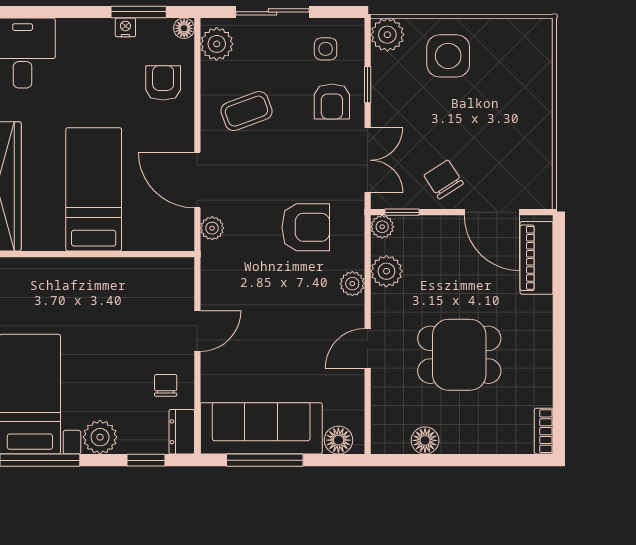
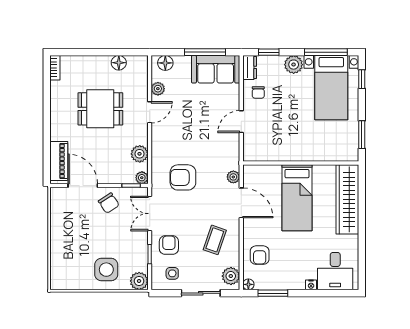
nightstand: (125, 27) -> (311, 285), moved
coffee table: (246, 111) -> (215, 240), turned -51
plant: (352, 284) -> (158, 89), moved
sofa: (261, 428) -> (216, 69), width x0.73

